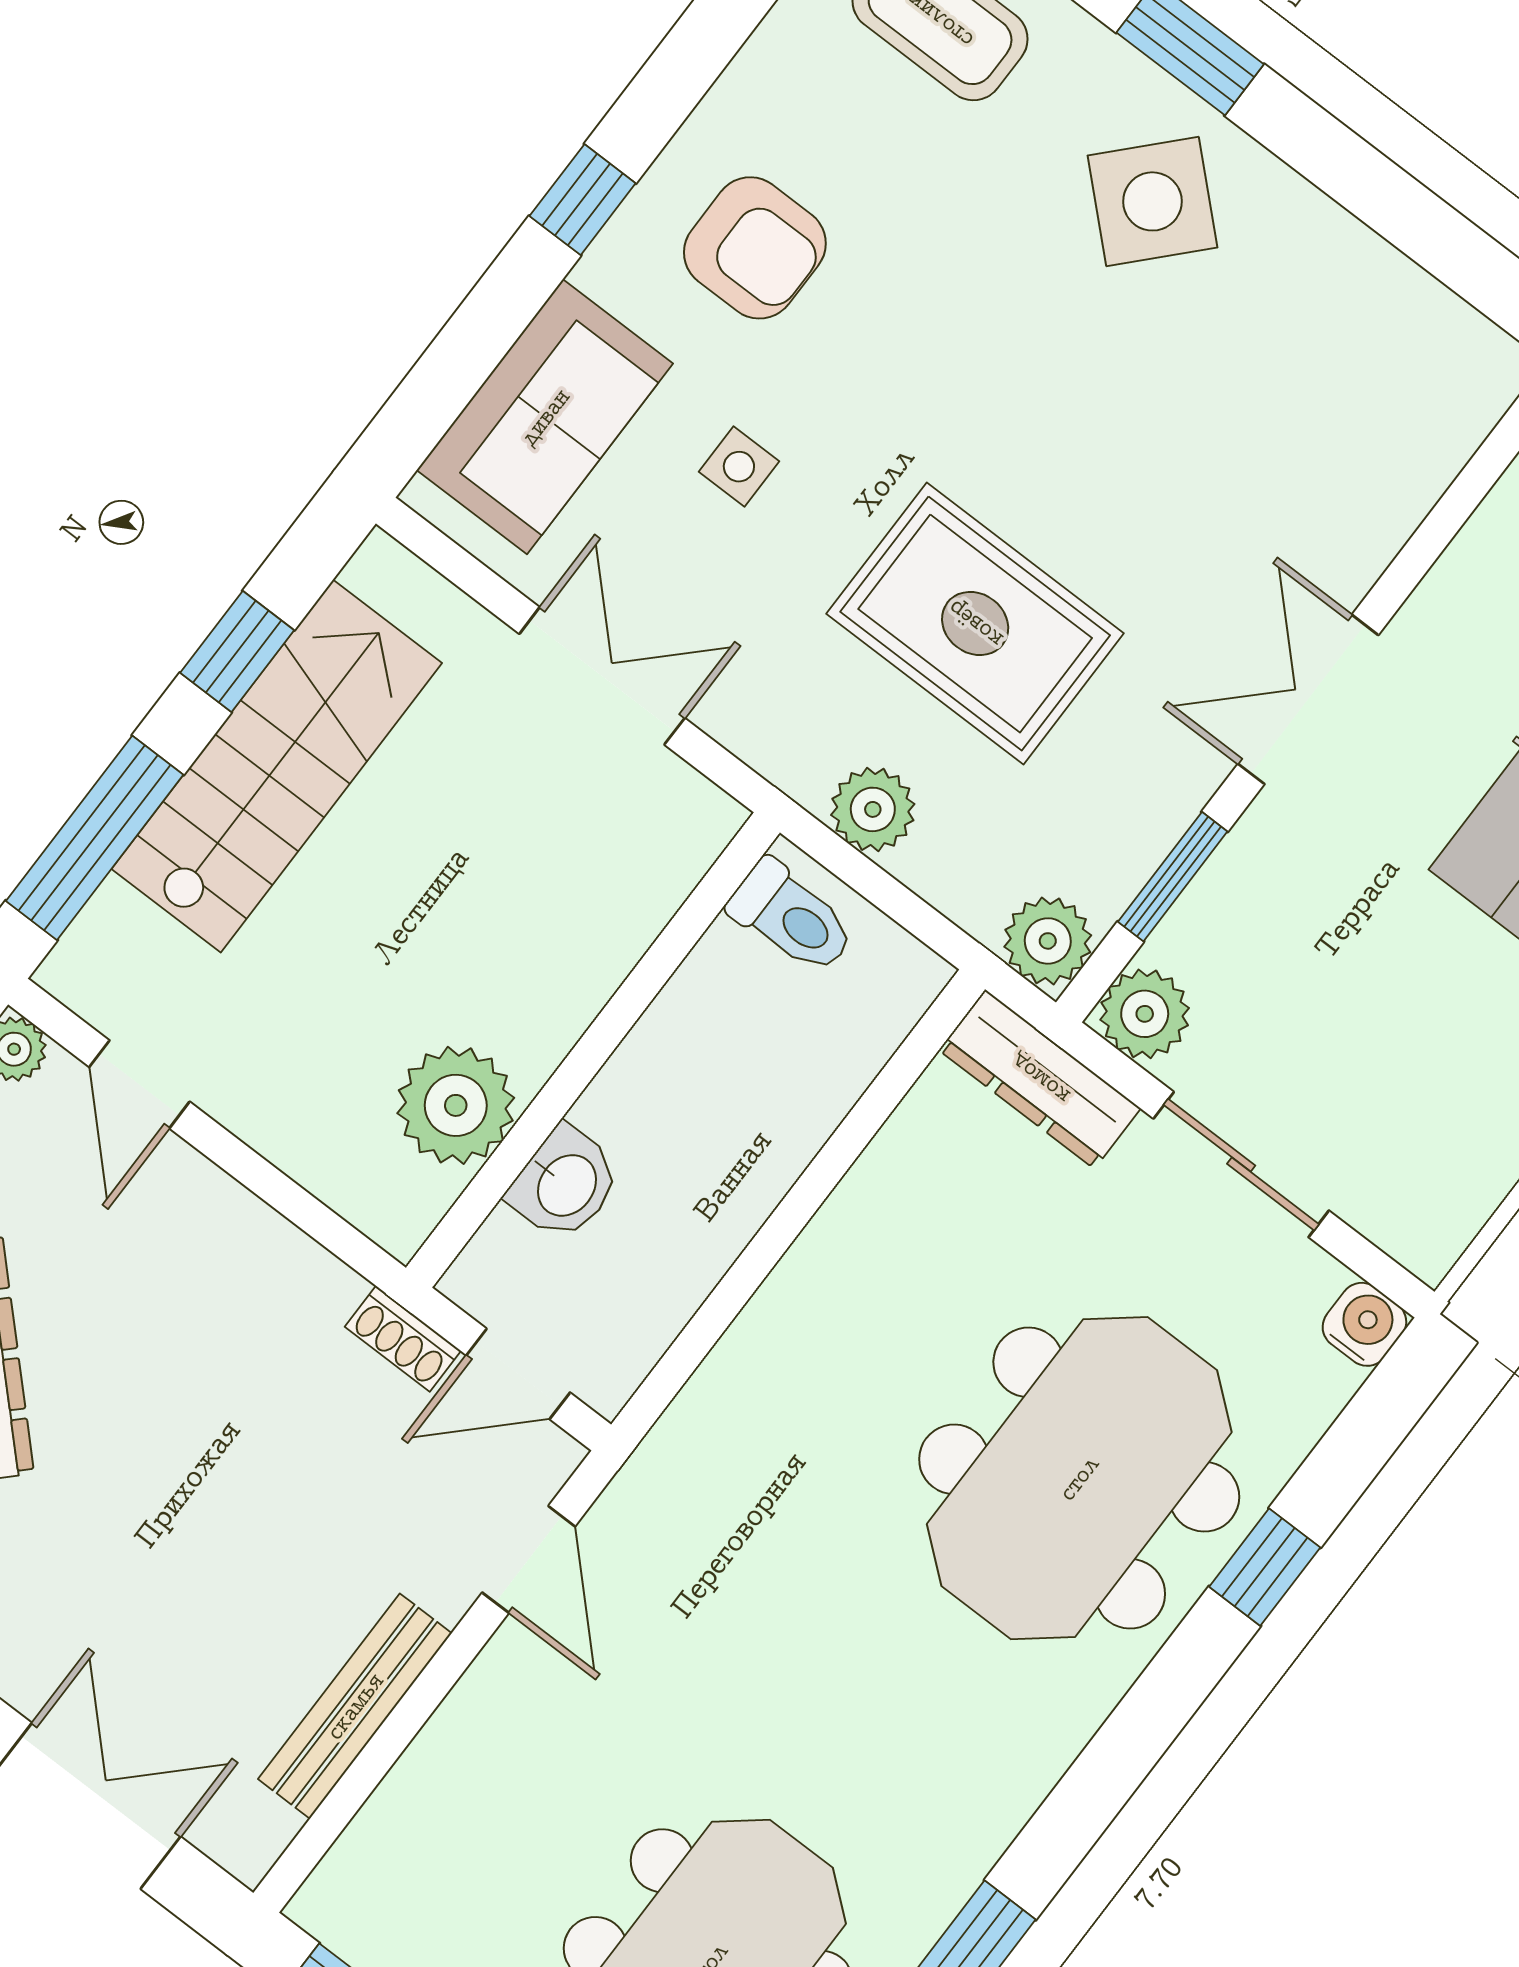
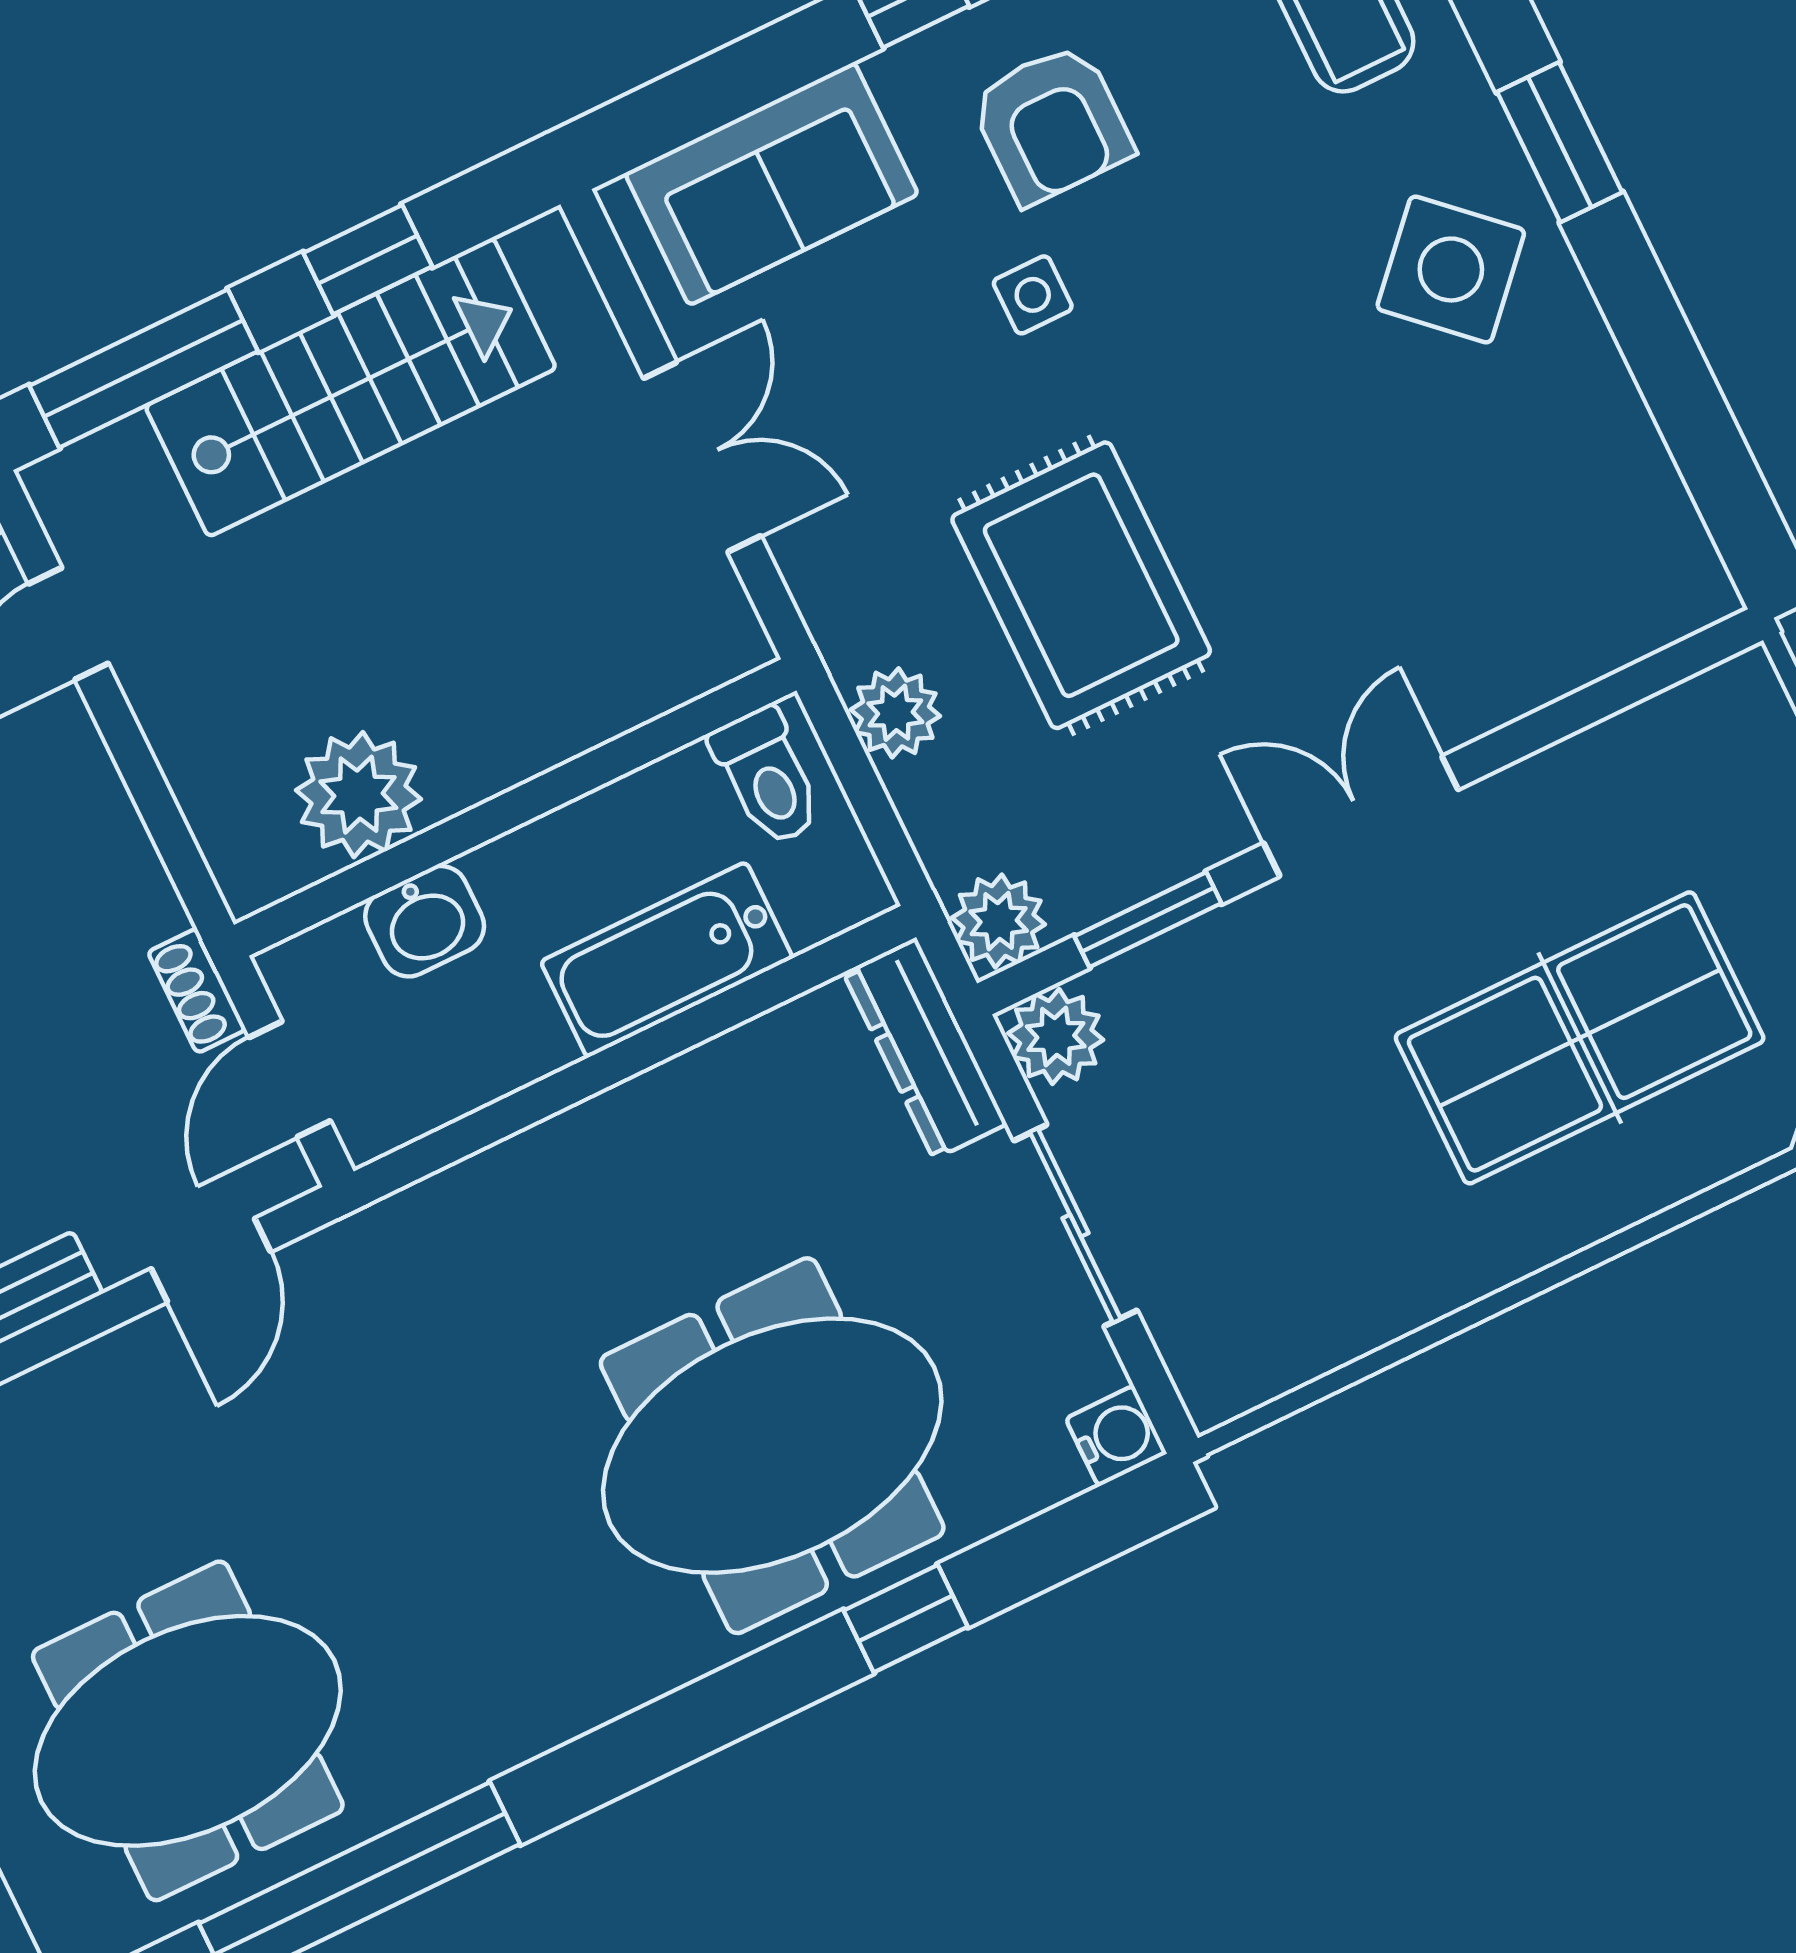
side table: (739, 467) -> (1033, 295), moved
bathtub: (785, 1114) -> (667, 960), added
door: (518, 1374) -> (290, 1079), hinge flipped

